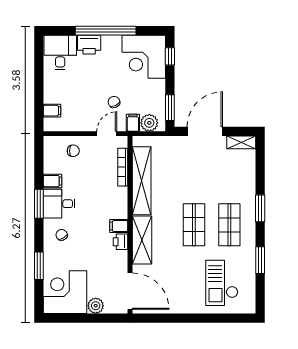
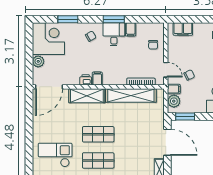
filing cabinet: (52, 111) -> (183, 29), width x2.00

